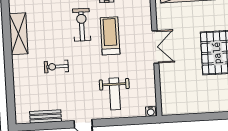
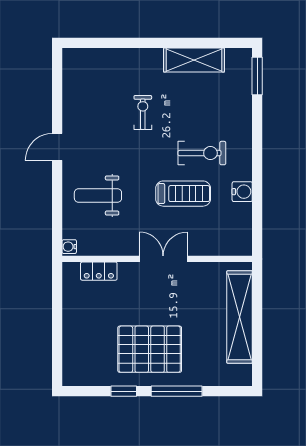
double door: (155, 47) -> (163, 259), swing flipped
locker: (166, 90) -> (99, 271), added
bench: (45, 116) -> (71, 92), removed

